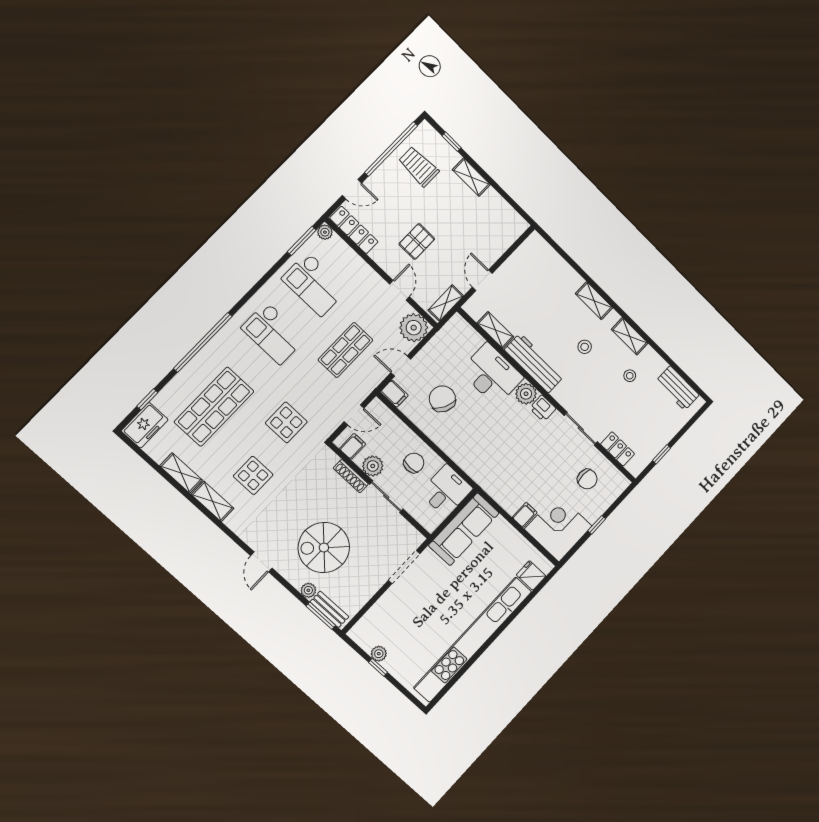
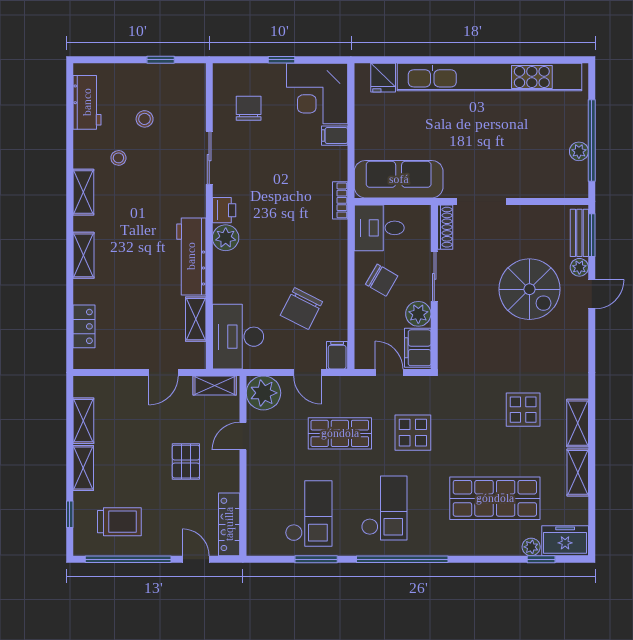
trolley: (419, 166) -> (119, 522), turned -90
shelving: (499, 205) -> (83, 421), added
plant: (325, 232) -> (531, 547), moved
window: (302, 241) -> (316, 559), moved
pallet: (417, 242) -> (186, 462), turned 90
window: (203, 342) -> (402, 559), moved
stool: (585, 347) -> (145, 119), moved
desk: (492, 374) -> (238, 337), moved
display table: (286, 422) -> (413, 433), moved
filing cabinet: (353, 446) -> (418, 348), width x2.00
locker: (618, 449) -> (84, 326), moved, turned 180
chair: (414, 463) -> (382, 280), turned -150
shoe rack: (351, 476) -> (445, 227), moved
bookcase: (484, 482) -> (340, 200), added
door: (261, 562) -> (592, 294), moved
window: (378, 667) -> (592, 141), width x3.17

